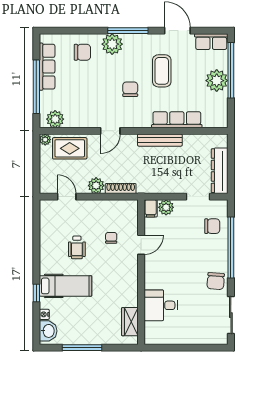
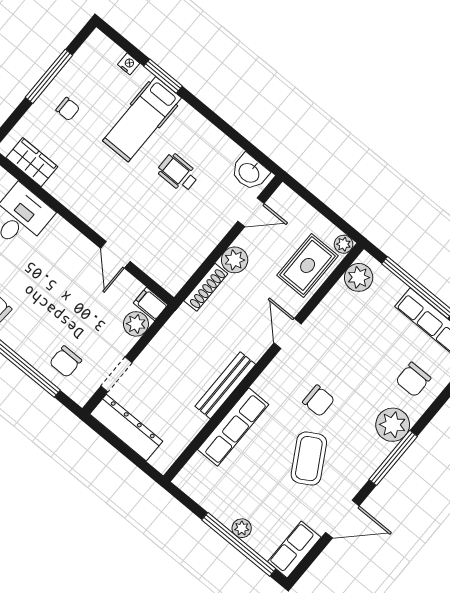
coffee table: (162, 71) -> (309, 459), turned 60
plant: (217, 81) -> (242, 528), width x0.53, depth x0.53
chair: (111, 238) -> (68, 109), moved
window: (36, 293) -> (163, 76), width x1.50
washbasin: (48, 331) -> (249, 172), moved

